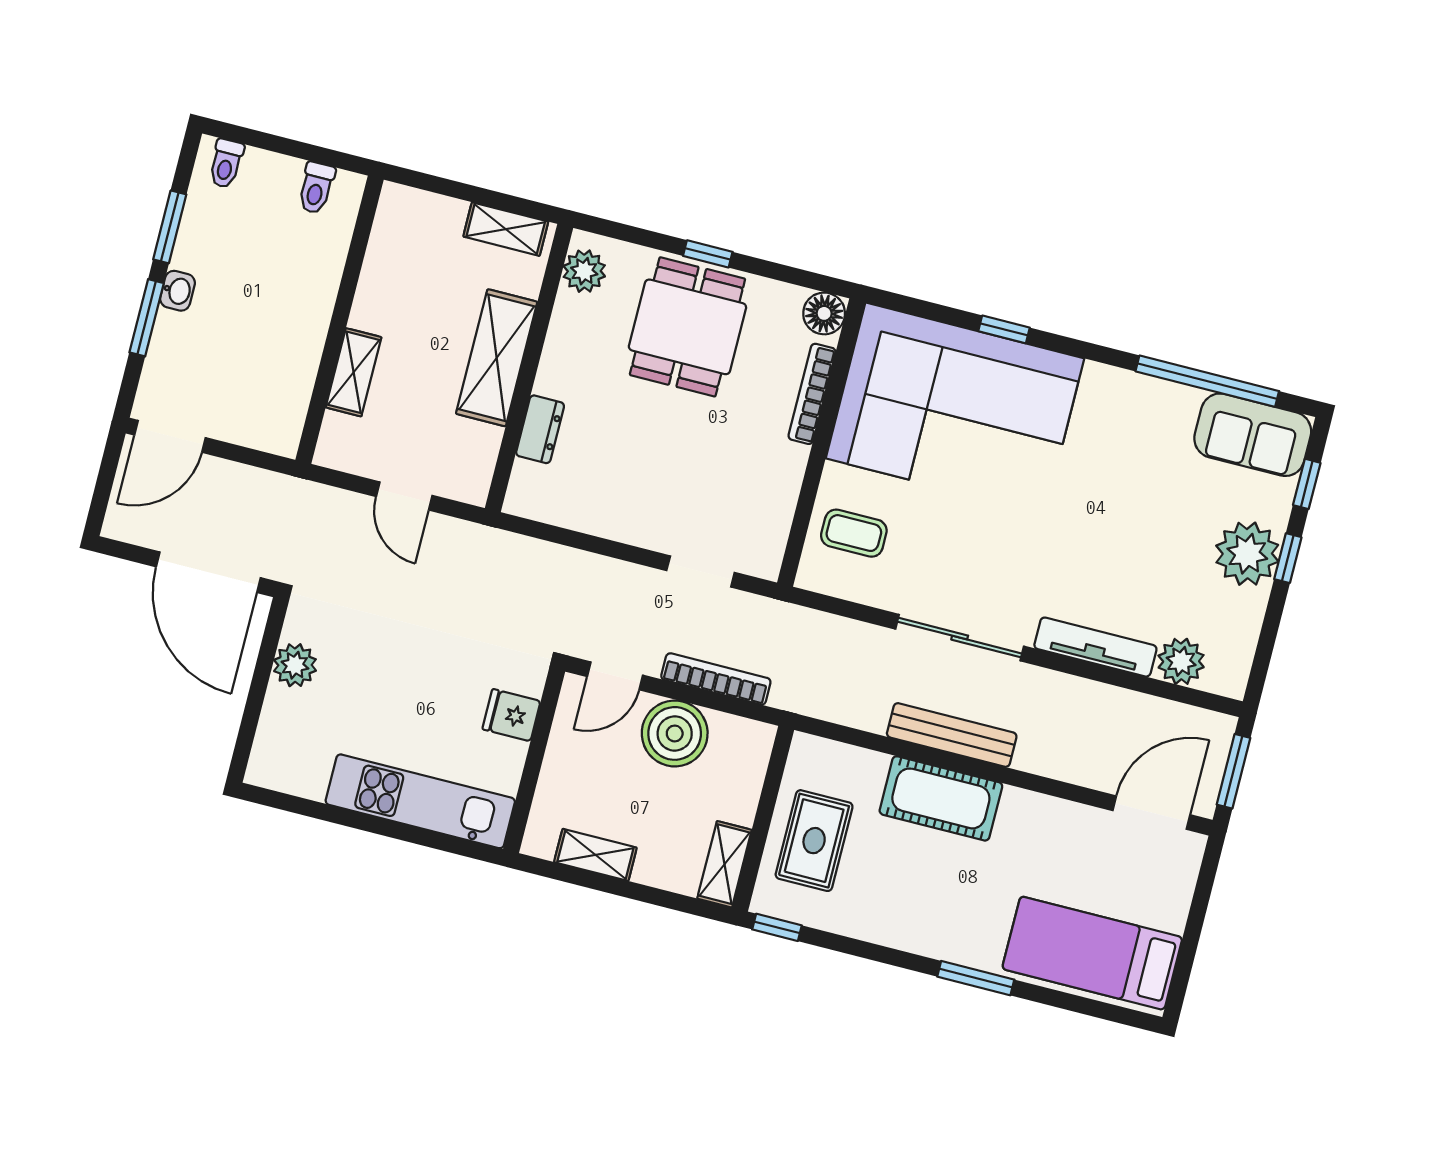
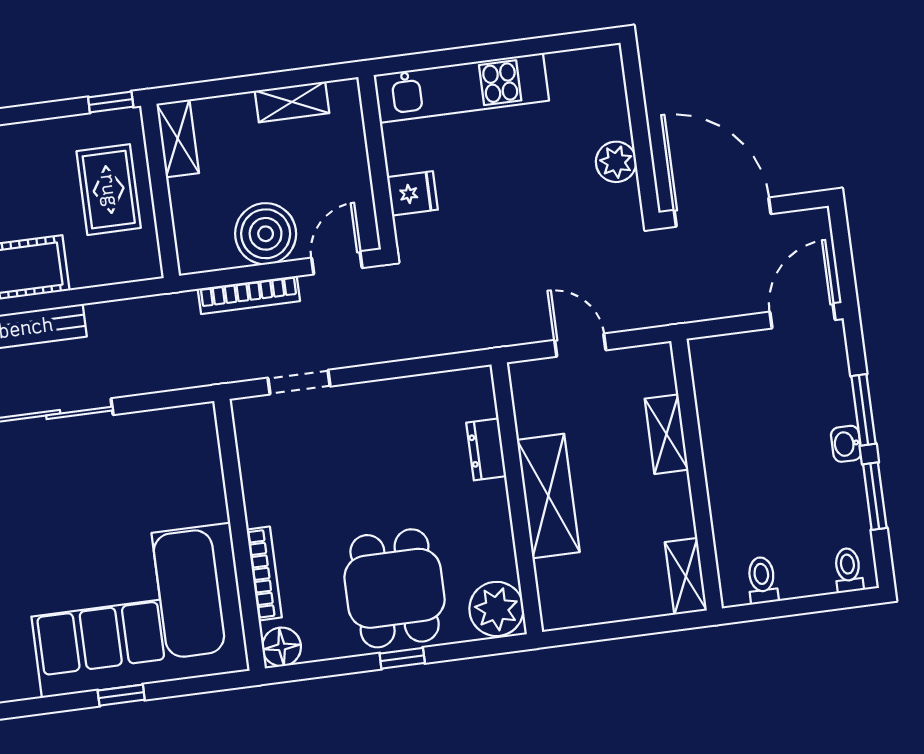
shelving: (506, 229) -> (686, 576), moved, turned 90
plant: (584, 271) -> (496, 609), width x1.36, depth x1.36
coffee table: (854, 533) -> (180, 468), removed

